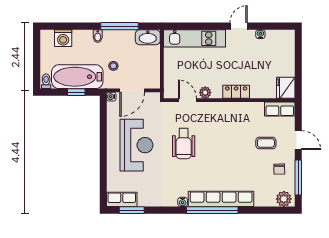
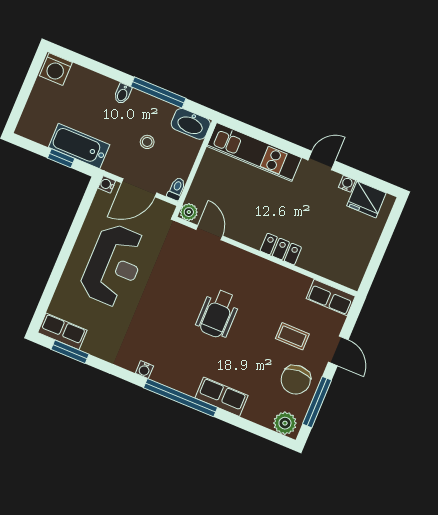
washing machine: (63, 38) -> (56, 69), moved
stool: (113, 66) -> (147, 142), moved
bathtub: (77, 77) -> (79, 146), width x0.73, depth x0.73
toilet: (46, 81) -> (176, 189), moved
fridge: (286, 88) -> (366, 199), moved, turned -90
plant: (205, 93) -> (189, 212), moved
wheelchair: (184, 144) -> (218, 314), moved
chair: (279, 169) -> (296, 380), width x1.87, depth x1.87
row of seats: (221, 199) -> (222, 397), width x0.50

